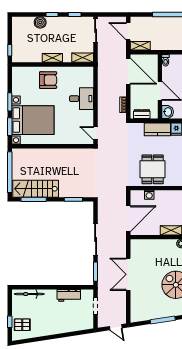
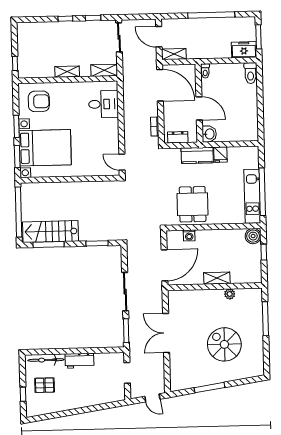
boiler: (40, 22) -> (51, 29), removed
armchair: (48, 80) -> (39, 101), moved
desk: (82, 99) -> (104, 104), moved
workbench: (69, 295) -> (79, 361), moved
pallet: (22, 325) -> (45, 385), moved

